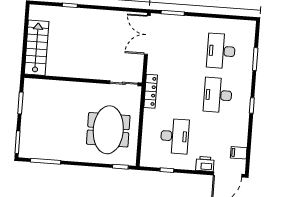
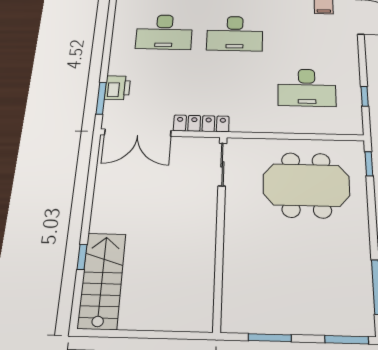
stairs: (37, 48) -> (102, 280), moved, turned 90
locker: (151, 91) -> (201, 123), moved
desk: (175, 136) -> (307, 88), turned 180
printer: (205, 164) -> (117, 88), moved, turned 180

